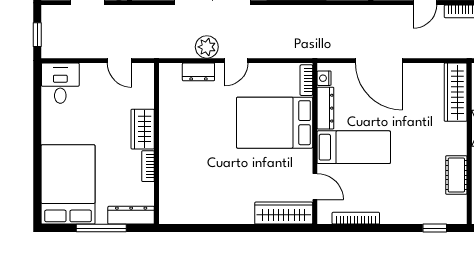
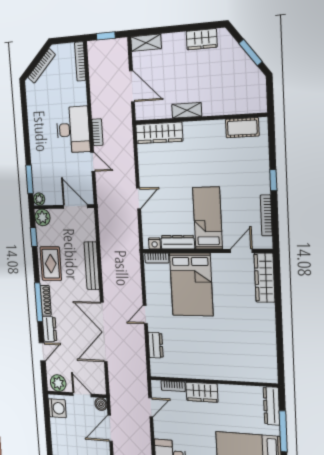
plant: (207, 47) -> (137, 338), removed
door: (236, 61) -> (145, 315), swing flipped
door: (379, 61) -> (138, 198), width x0.53
bookcase: (148, 166) -> (173, 386), moved
cot: (456, 175) -> (242, 128), moved
window: (435, 228) -> (273, 180), moved

